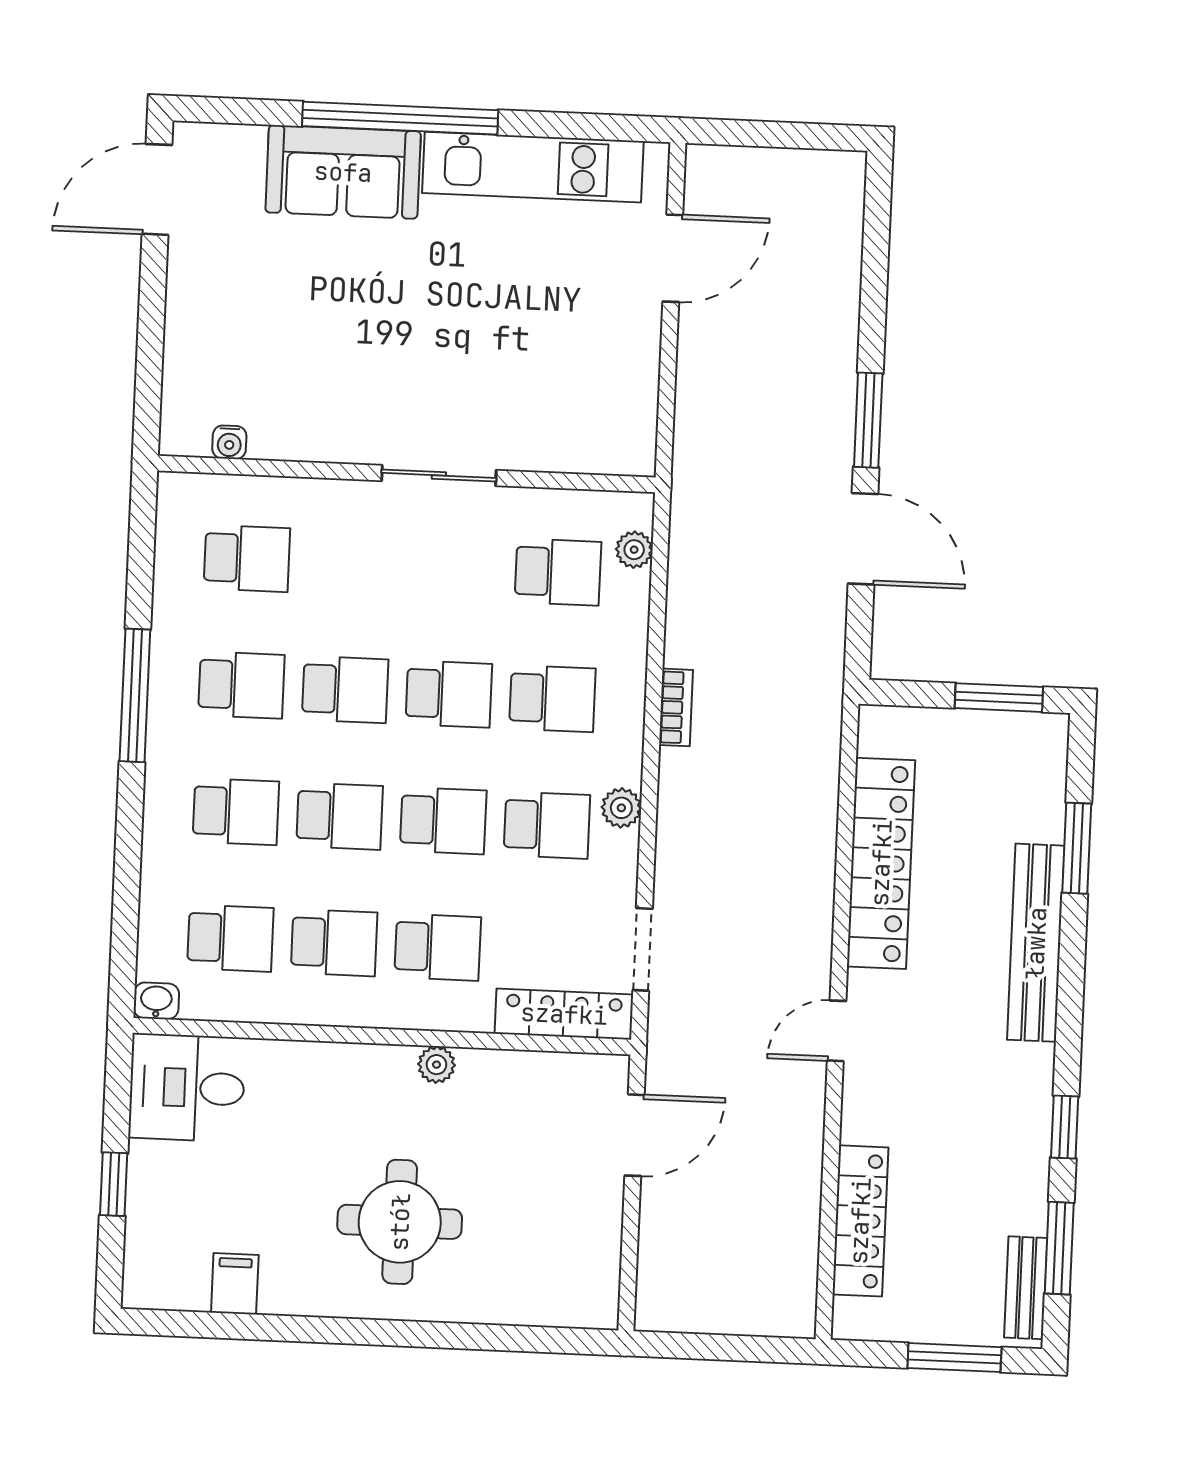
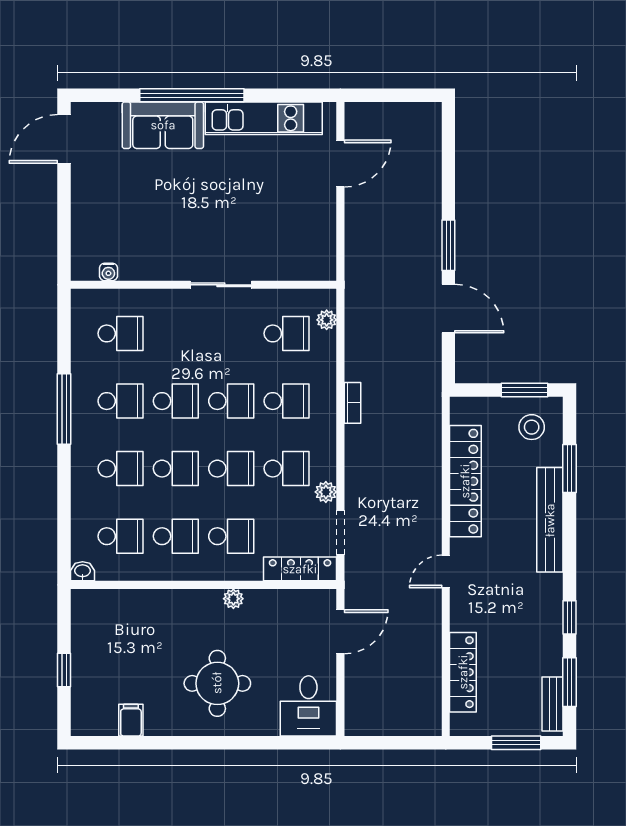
stool: (1009, 767) -> (532, 427), added
plant: (621, 808) -> (326, 492), moved
desk: (187, 1088) -> (308, 706), moved, turned -90

